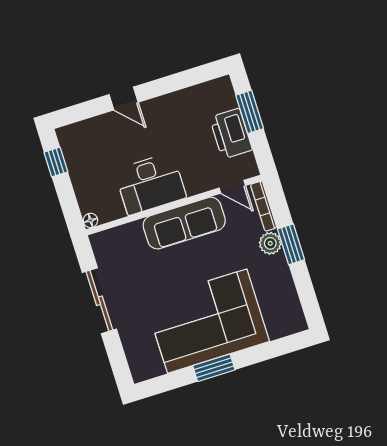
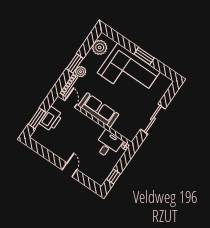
desk: (150, 184) -> (108, 144), moved, width x0.73
plant: (285, 306) -> (100, 47), added

